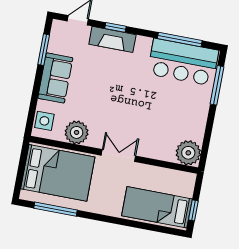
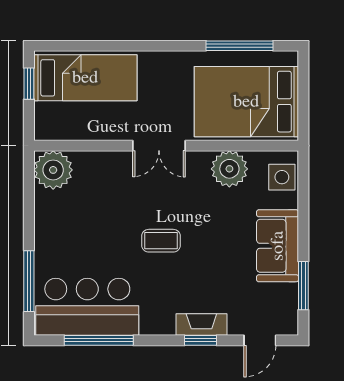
fireplace: (112, 39) -> (201, 324), width x0.73, depth x0.76
coffee table: (128, 95) -> (161, 241), added

